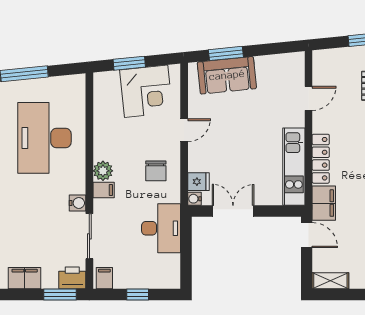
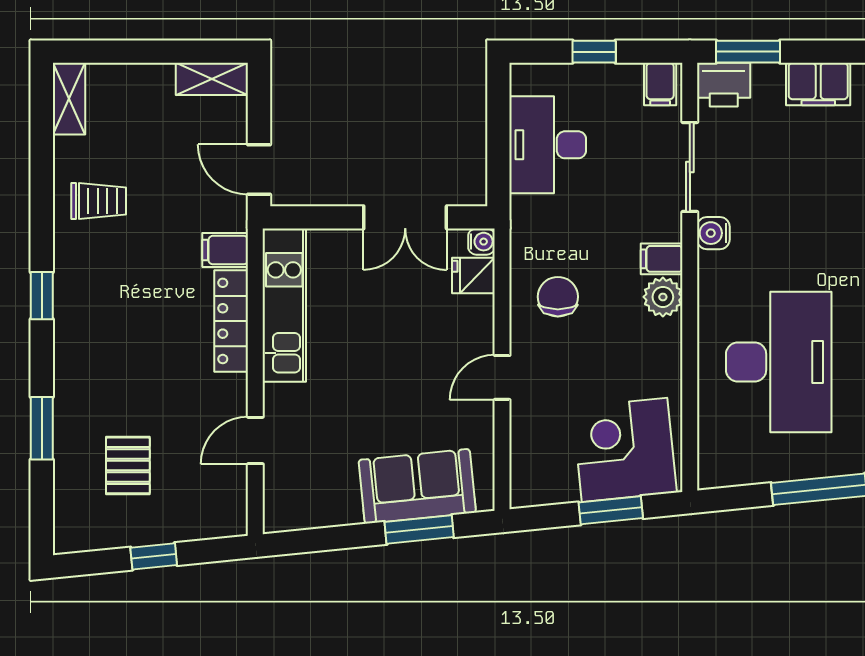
corner desk: (146, 91) -> (625, 450), moved
filing cabinet: (324, 203) -> (225, 250), width x0.50
desk: (161, 228) -> (548, 145), moved

